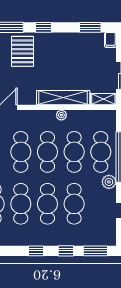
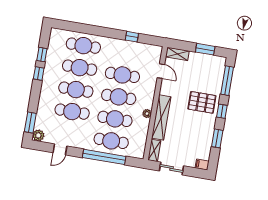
window: (90, 27) -> (217, 138), moved
pallet: (22, 51) -> (202, 102), moved
plant: (109, 182) -> (38, 135), moved
window: (66, 251) -> (42, 55), moved

